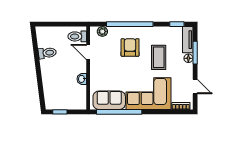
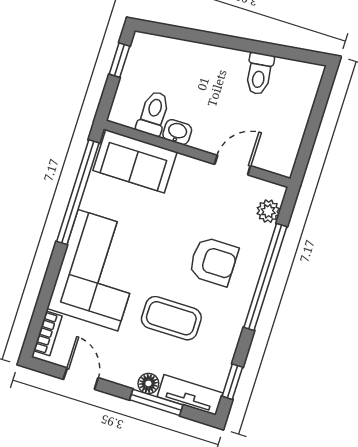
toilet: (77, 36) -> (153, 113), moved
door: (195, 87) -> (81, 379), swing flipped
sofa: (109, 100) -> (135, 161), moved, turned 90

